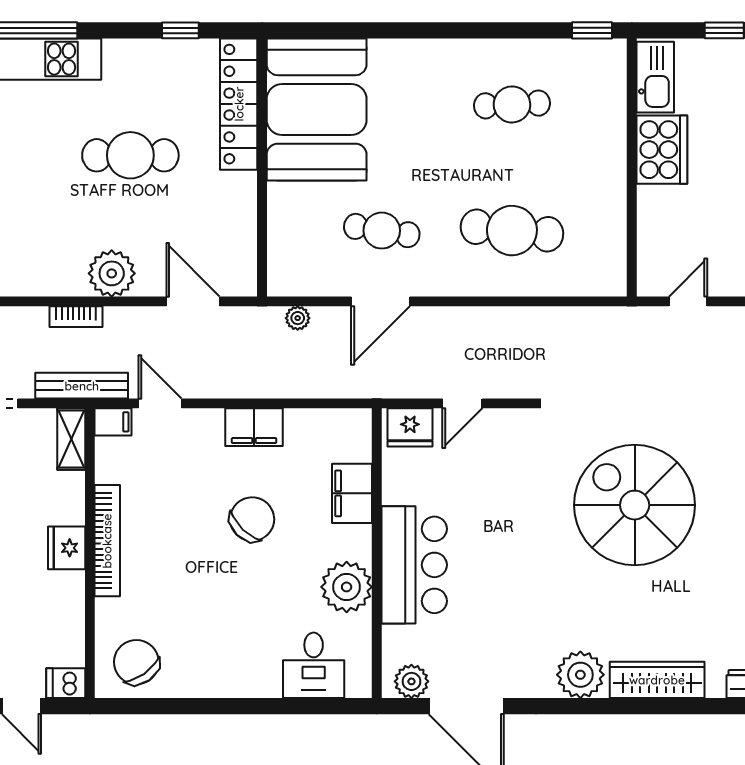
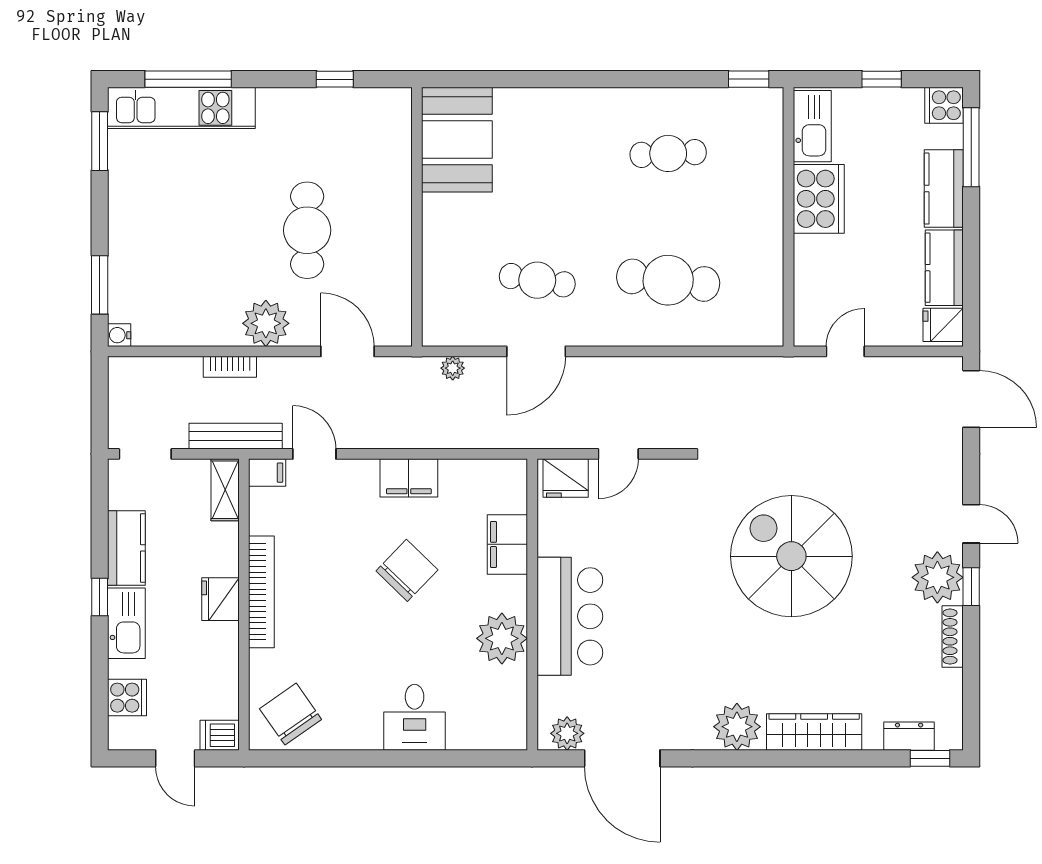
locker: (239, 104) -> (393, 153), removed
booth: (317, 109) -> (457, 140), width x0.73, depth x0.70
cafe table: (130, 155) -> (307, 230), moved, turned 90
desk: (314, 665) -> (415, 717), moved

